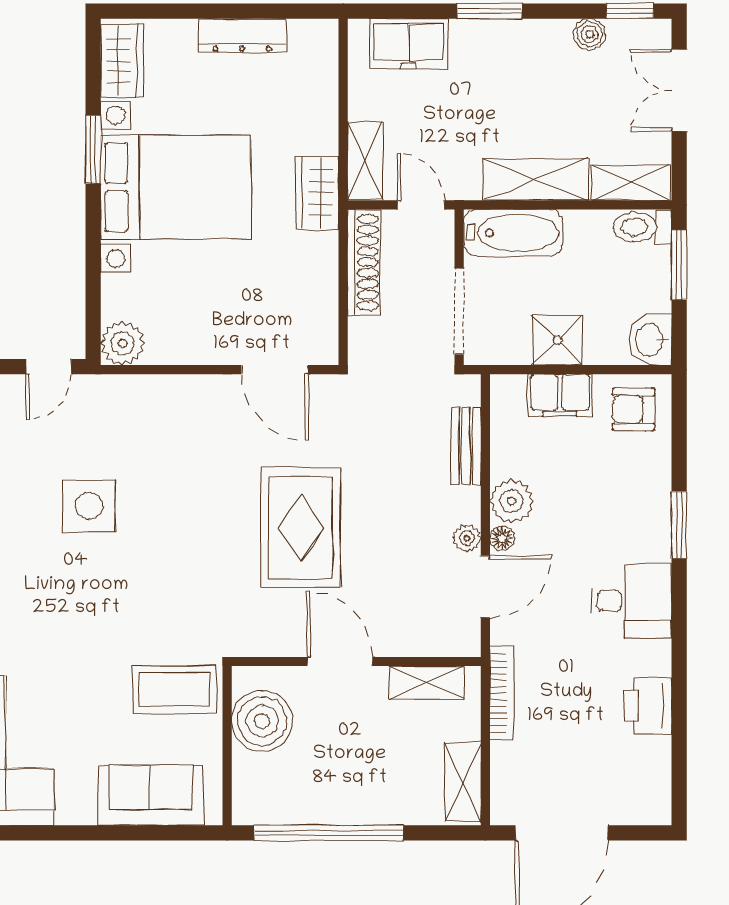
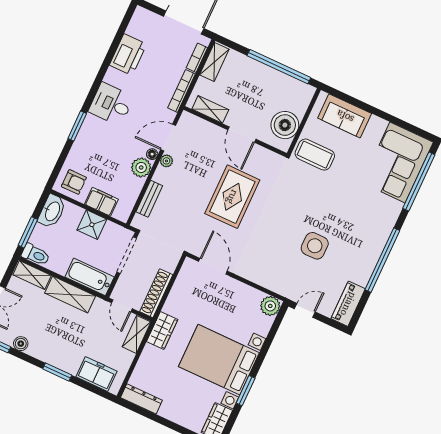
dresser: (242, 36) -> (141, 399), moved
washbasin: (650, 340) -> (52, 211), width x1.38
printer: (648, 706) -> (128, 55), width x1.37, depth x1.19
bookcase: (502, 774) -> (197, 58), added

